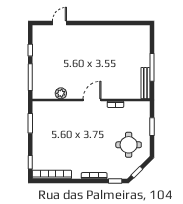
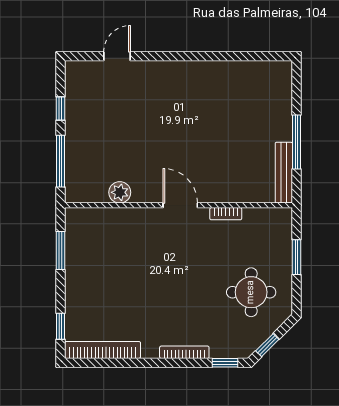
door: (92, 100) -> (180, 205), hinge flipped

